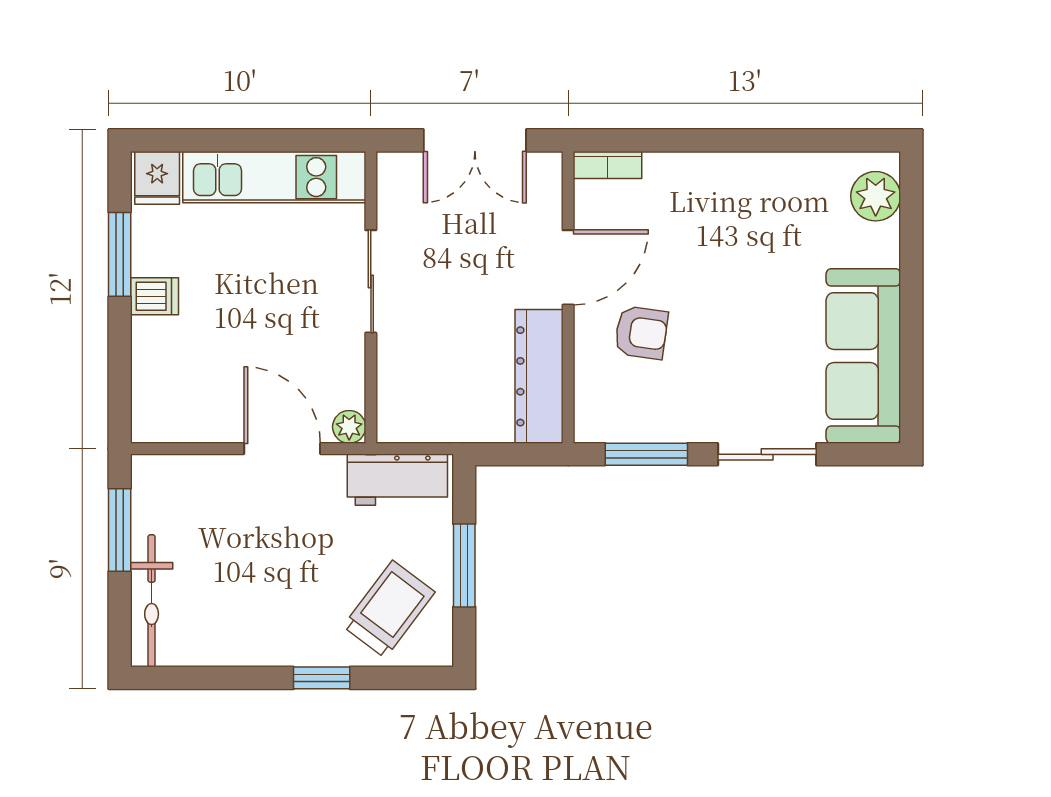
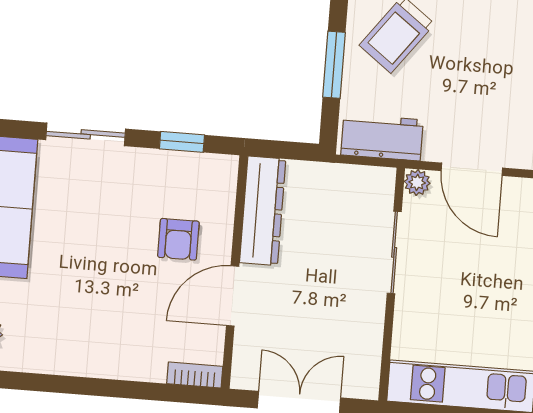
sliding door: (371, 281) -> (394, 252), moved
armchair: (641, 333) -> (178, 239), turned -98
window: (646, 454) -> (182, 142), width x0.67

